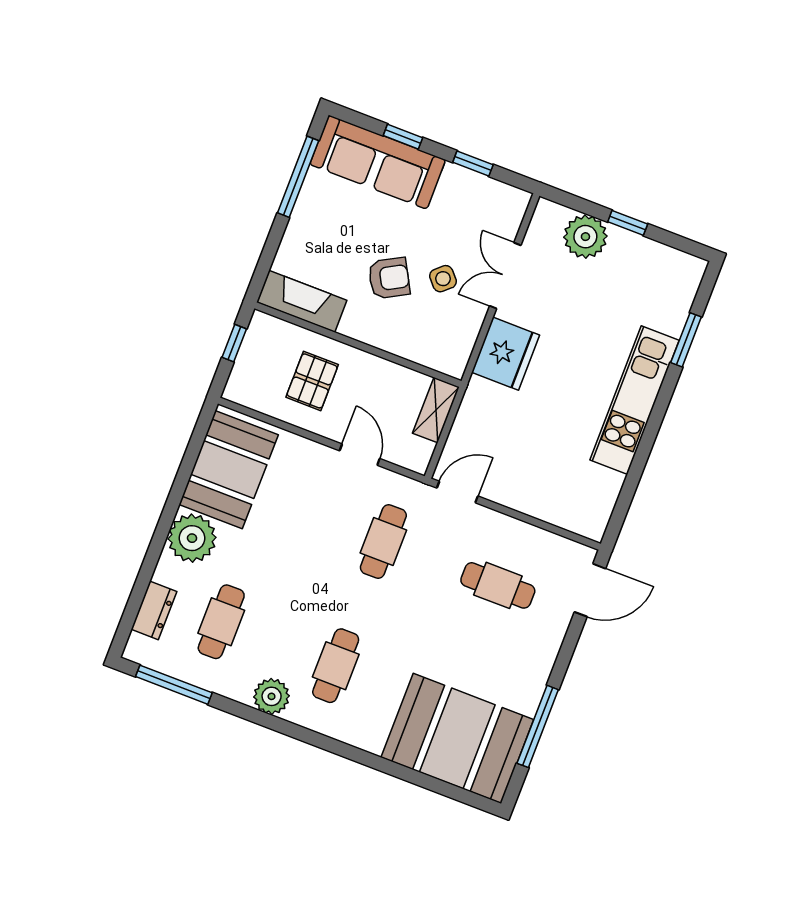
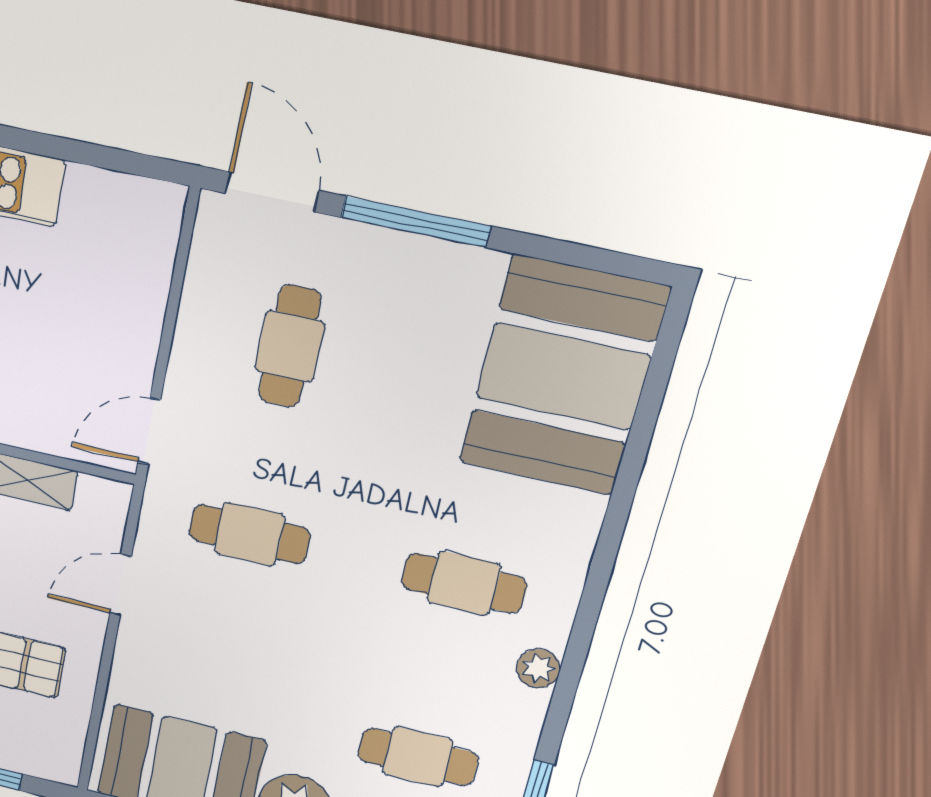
door: (457, 492) -> (149, 431), hinge flipped
plant: (272, 696) -> (538, 668), width x0.73, depth x0.73
window: (538, 726) -> (415, 222), moved

